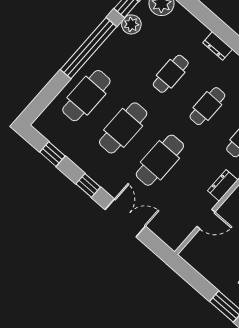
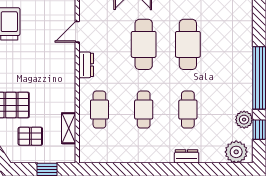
dresser: (218, 46) -> (187, 156), moved
cafe table: (86, 96) -> (232, 44), removed

